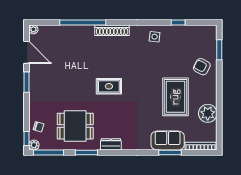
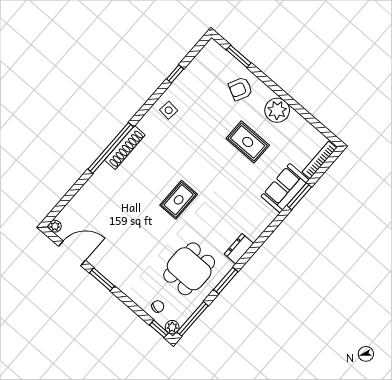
window: (83, 22) -> (111, 148), moved
rug: (175, 97) -> (248, 142), width x0.73, depth x0.70
plant: (208, 113) -> (277, 110), moved

